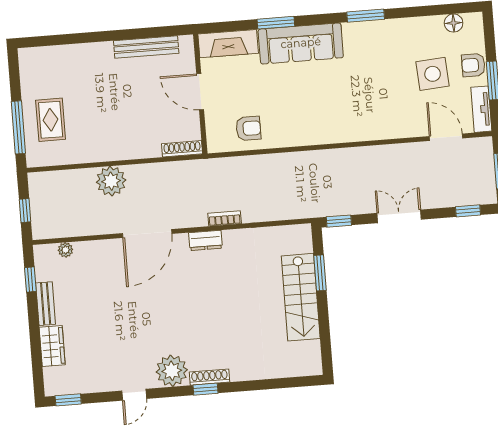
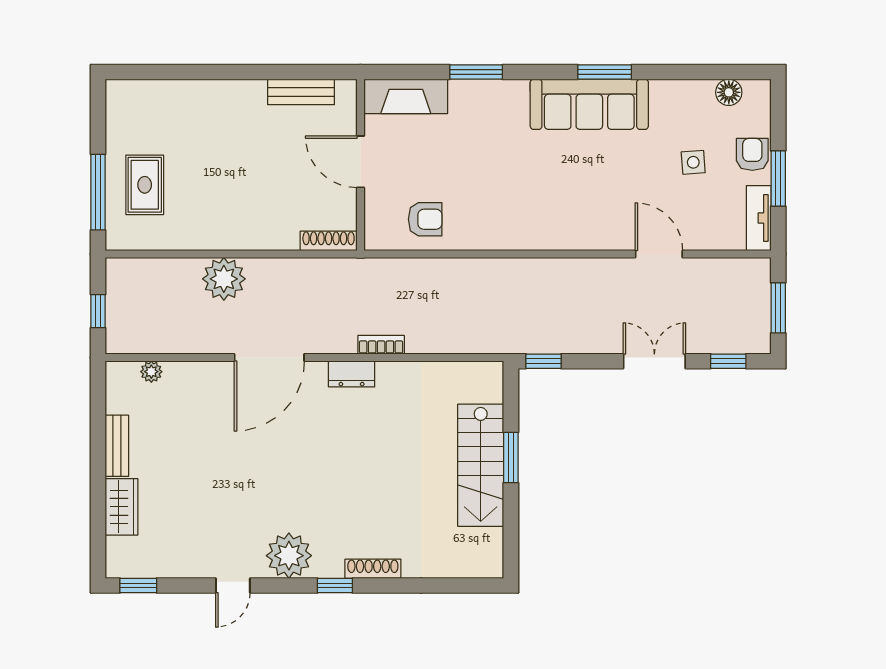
sofa: (301, 43) -> (589, 104), moved
bench: (146, 47) -> (301, 92), width x0.73
armchair: (473, 65) -> (752, 154), turned 90
side table: (433, 74) -> (693, 162), width x0.54, depth x0.54
door: (446, 137) -> (659, 254), moved
double door: (399, 216) -> (654, 361), moved
window: (320, 273) -> (511, 458), moved
window: (30, 280) -> (98, 410), removed
shoe rack: (209, 377) -> (373, 569), moved

